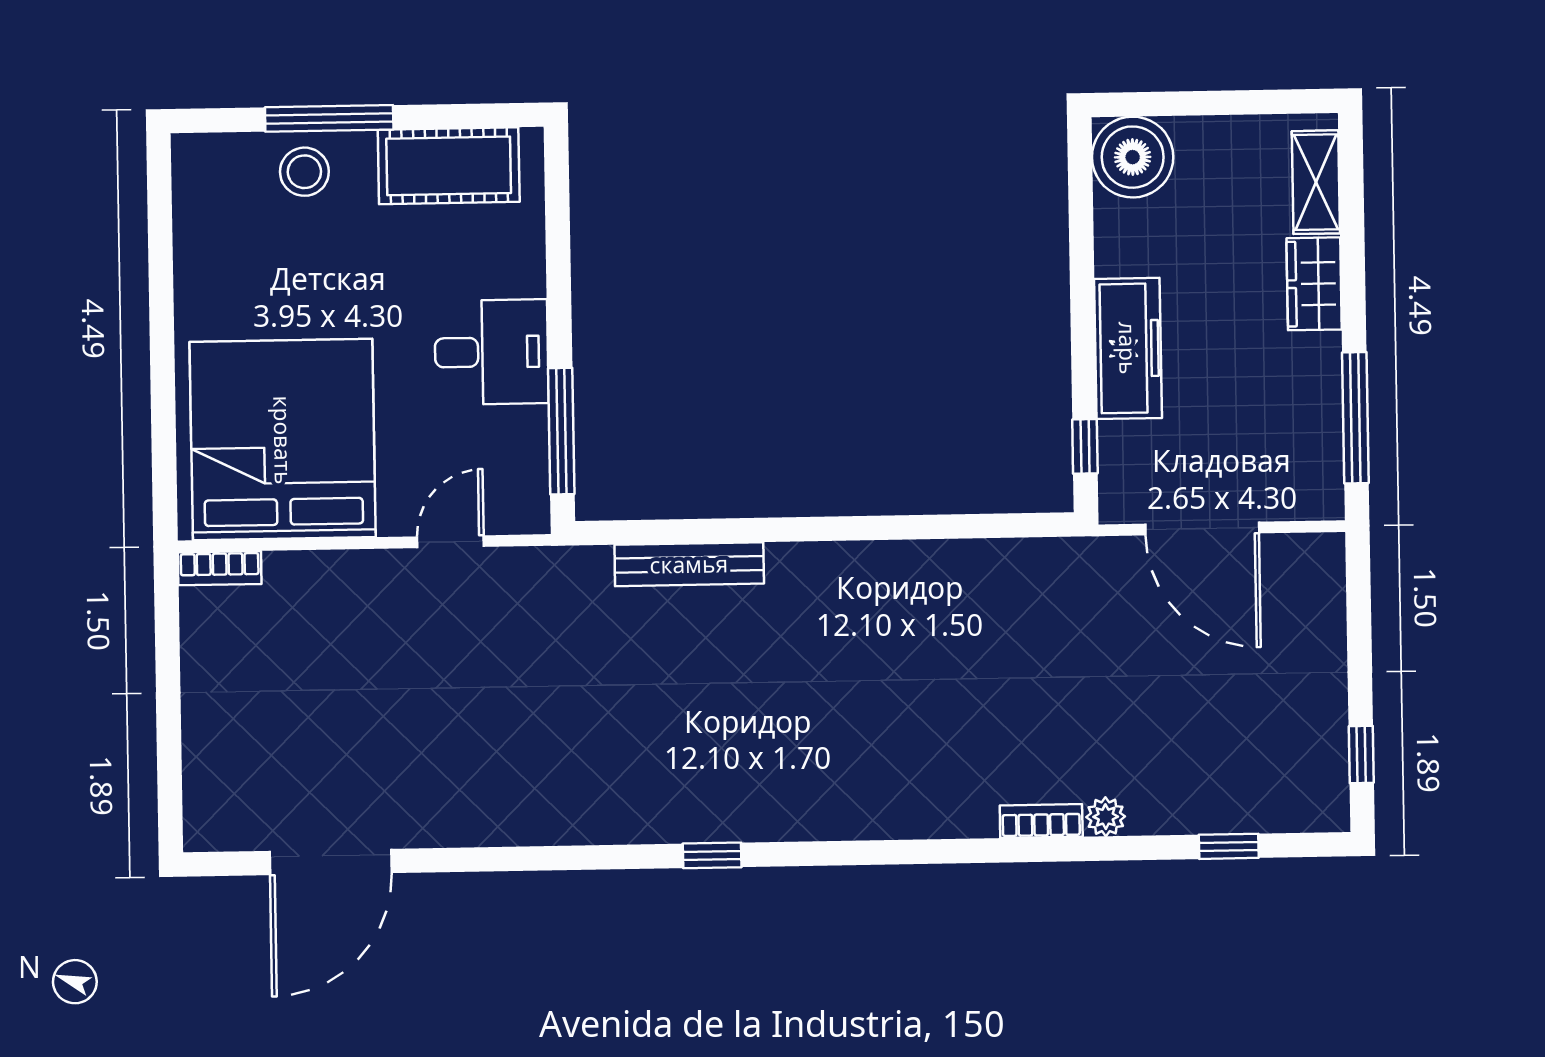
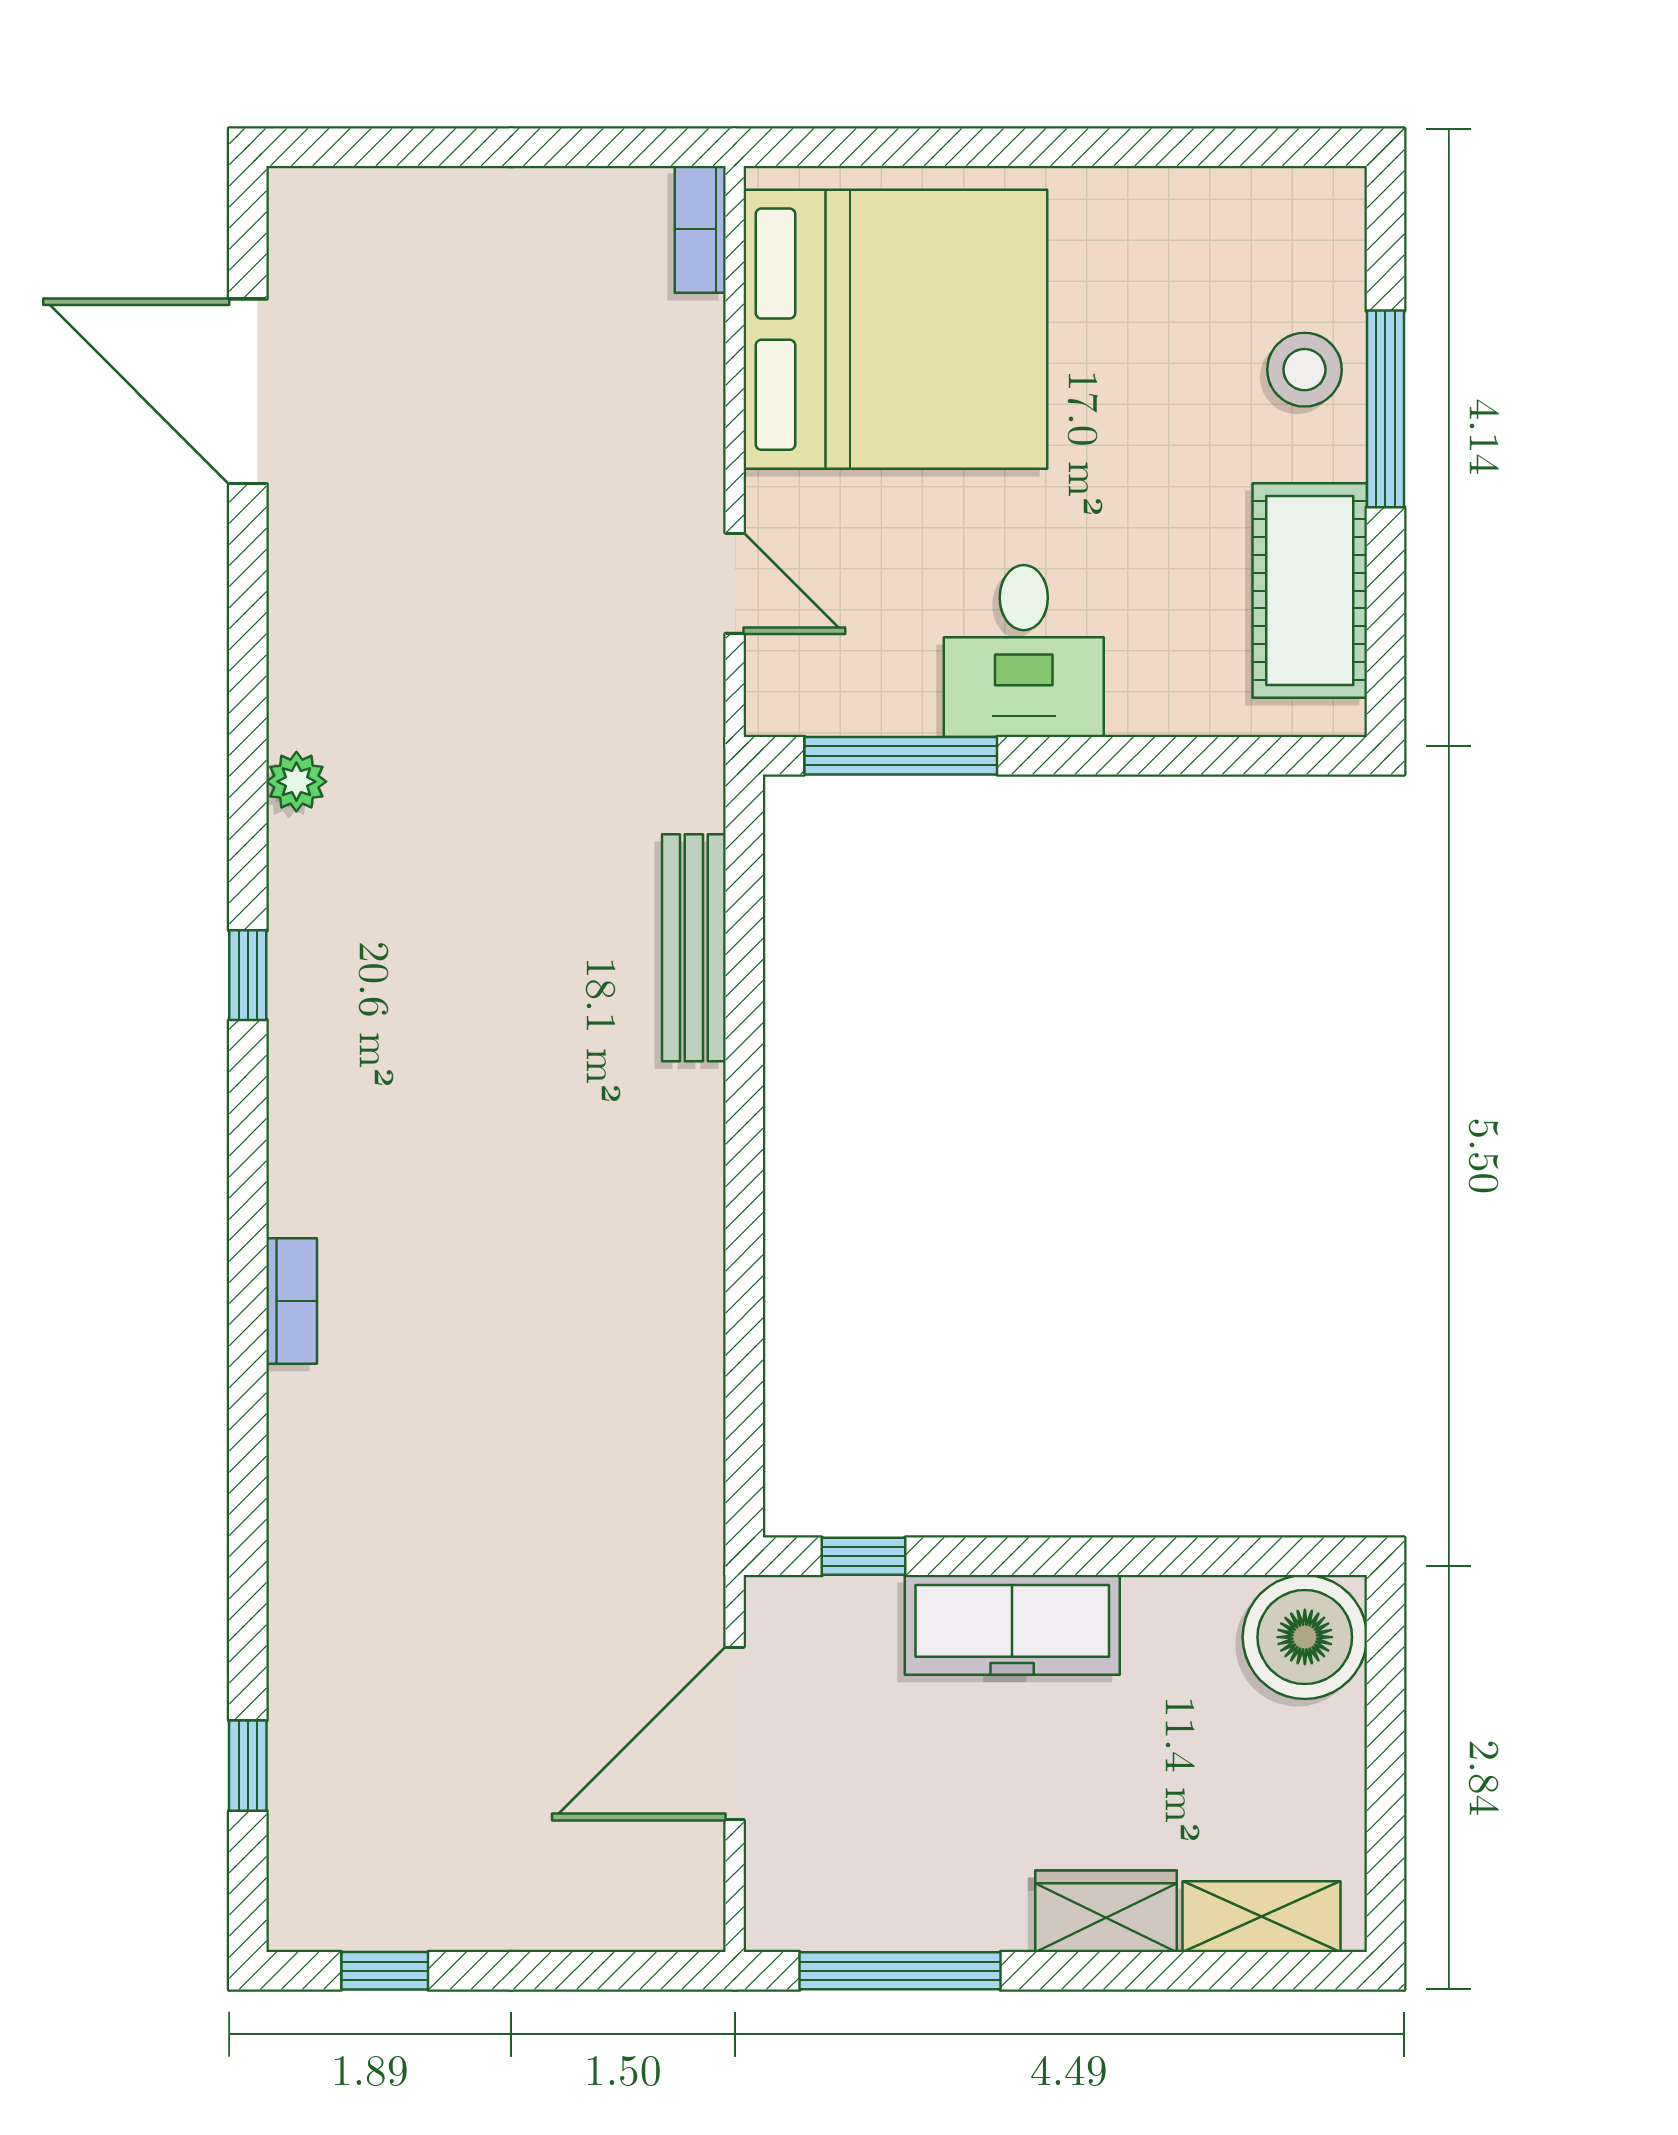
plant: (1106, 817) -> (296, 782), moved
bookcase: (1041, 821) -> (292, 1301), moved

